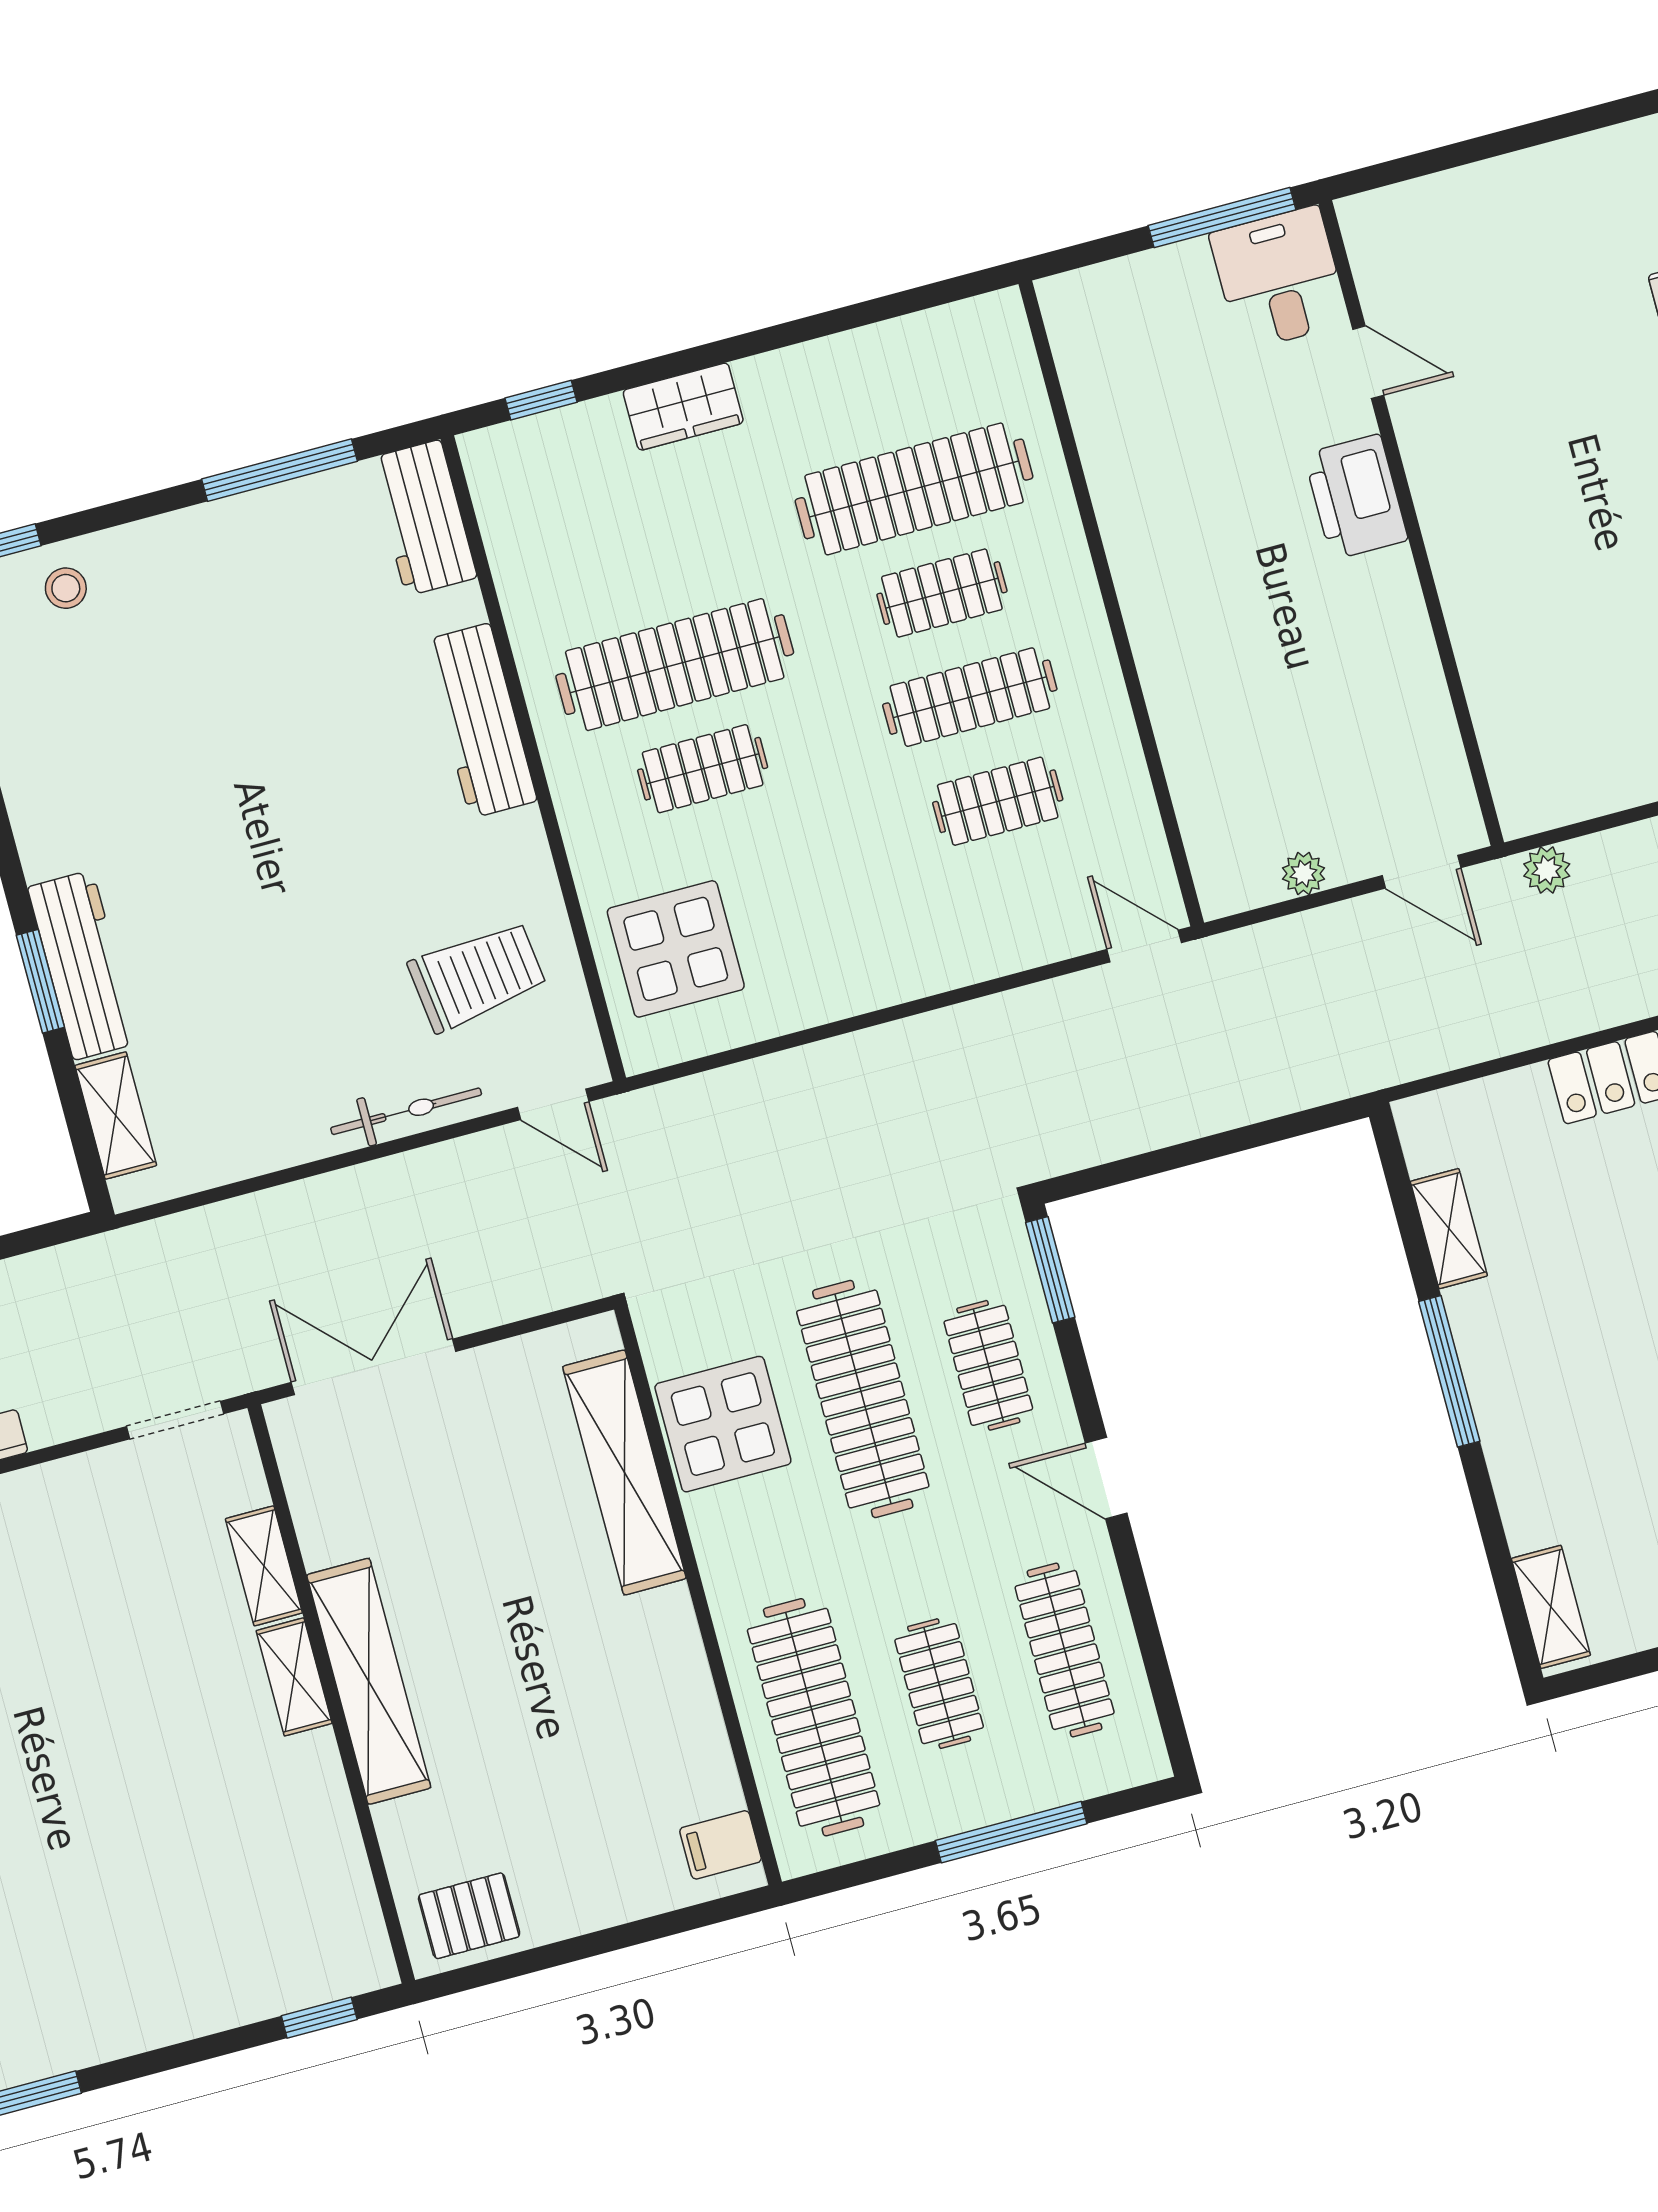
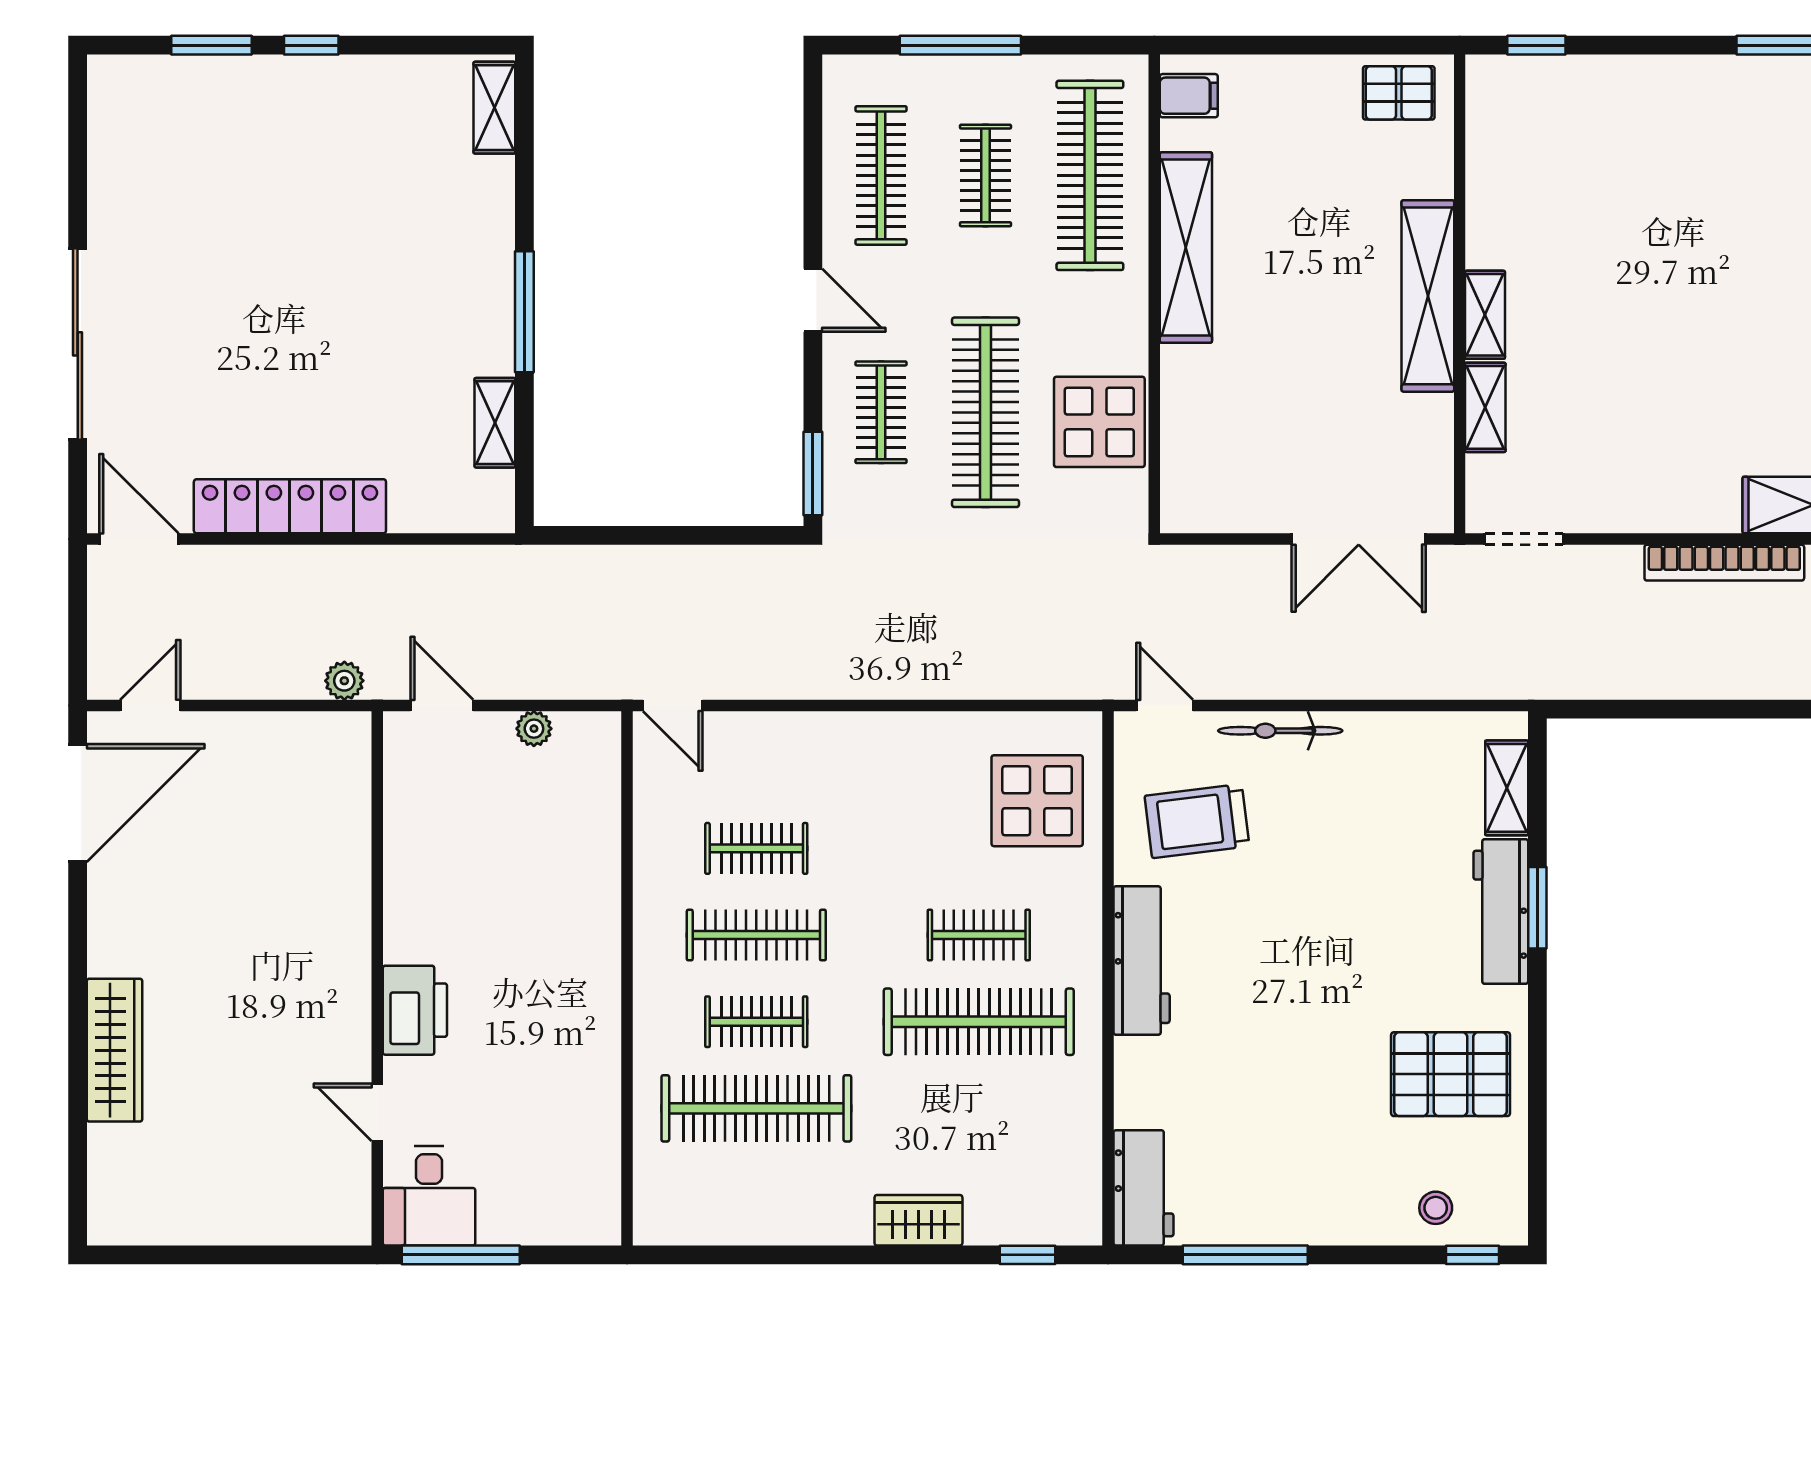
workbench: (480, 721) -> (1142, 961), moved
pallet: (91, 753) -> (1451, 1074), added
shelving: (624, 1472) -> (1186, 248), moved

